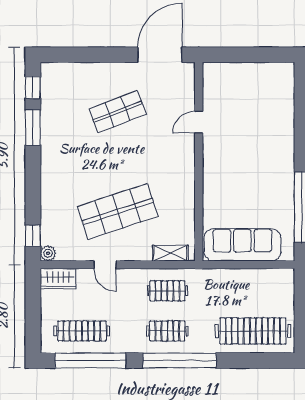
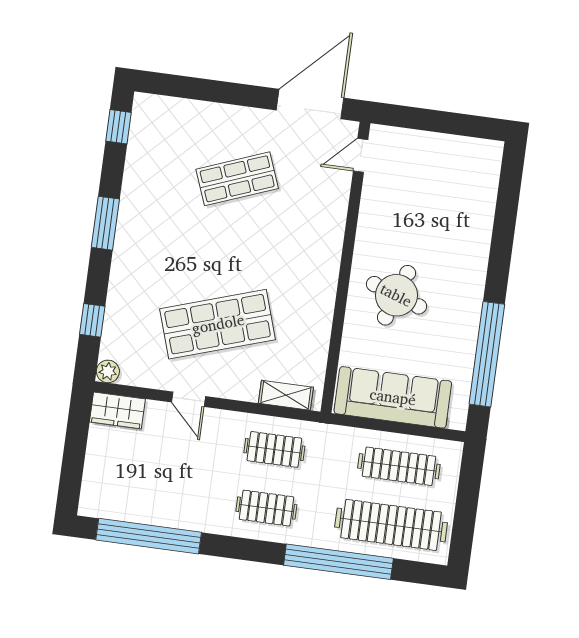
door: (199, 122) -> (361, 155), moved
window: (33, 128) -> (105, 223), moved
round table: (236, 176) -> (396, 295), added
window: (33, 236) -> (92, 320), moved
clothes rail: (82, 331) -> (399, 466), moved
window: (180, 361) -> (338, 562), moved

